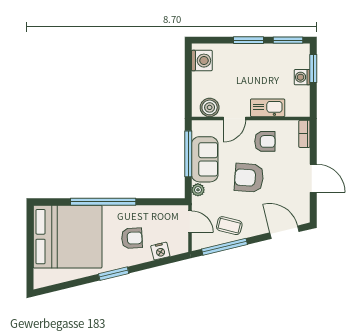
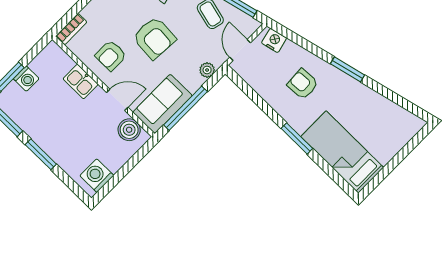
kitchen sink: (268, 108) -> (81, 81), width x0.73
armchair: (265, 141) -> (111, 55), turned -90
sofa: (205, 159) -> (163, 104), moved
window: (103, 202) -> (297, 138), width x0.47
bed: (68, 237) -> (342, 152), width x0.49
nightstand: (160, 251) -> (274, 40), moved

